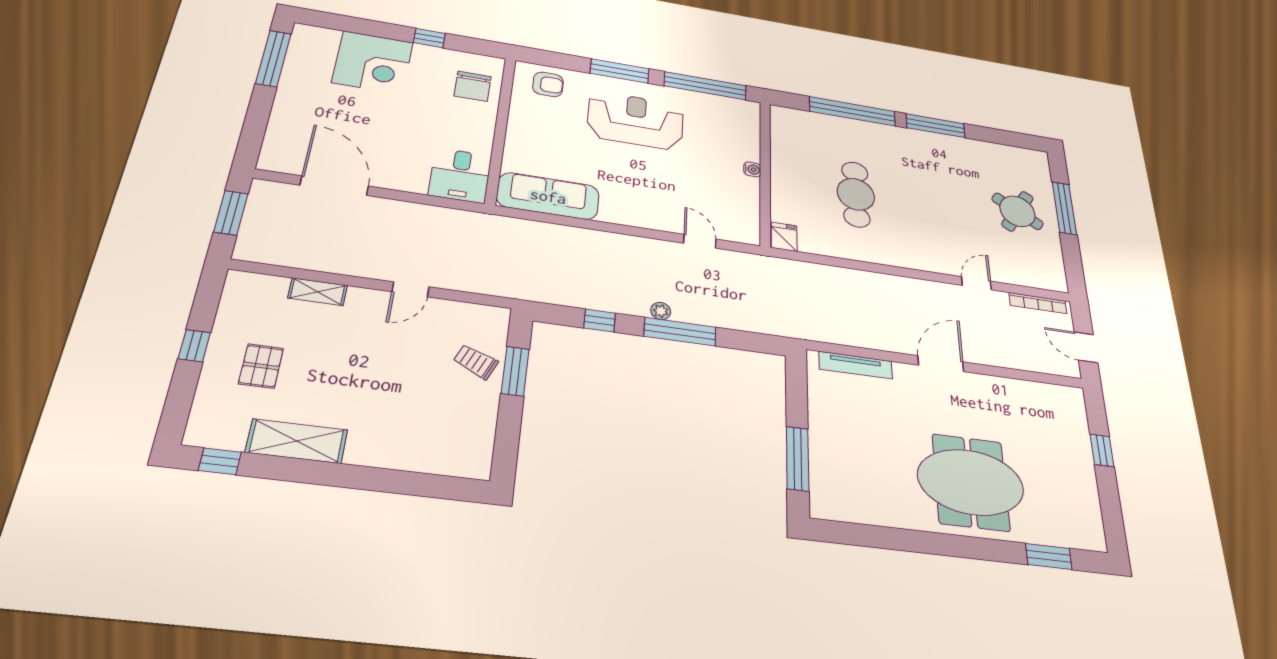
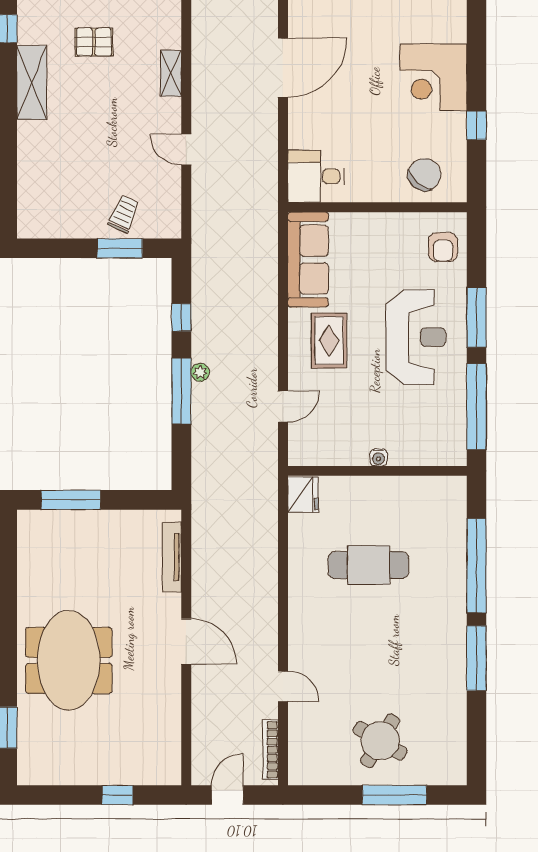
chair: (473, 86) -> (425, 175), turned 131
rug: (634, 191) -> (329, 341), added
fridge: (784, 237) -> (303, 495), width x1.38

